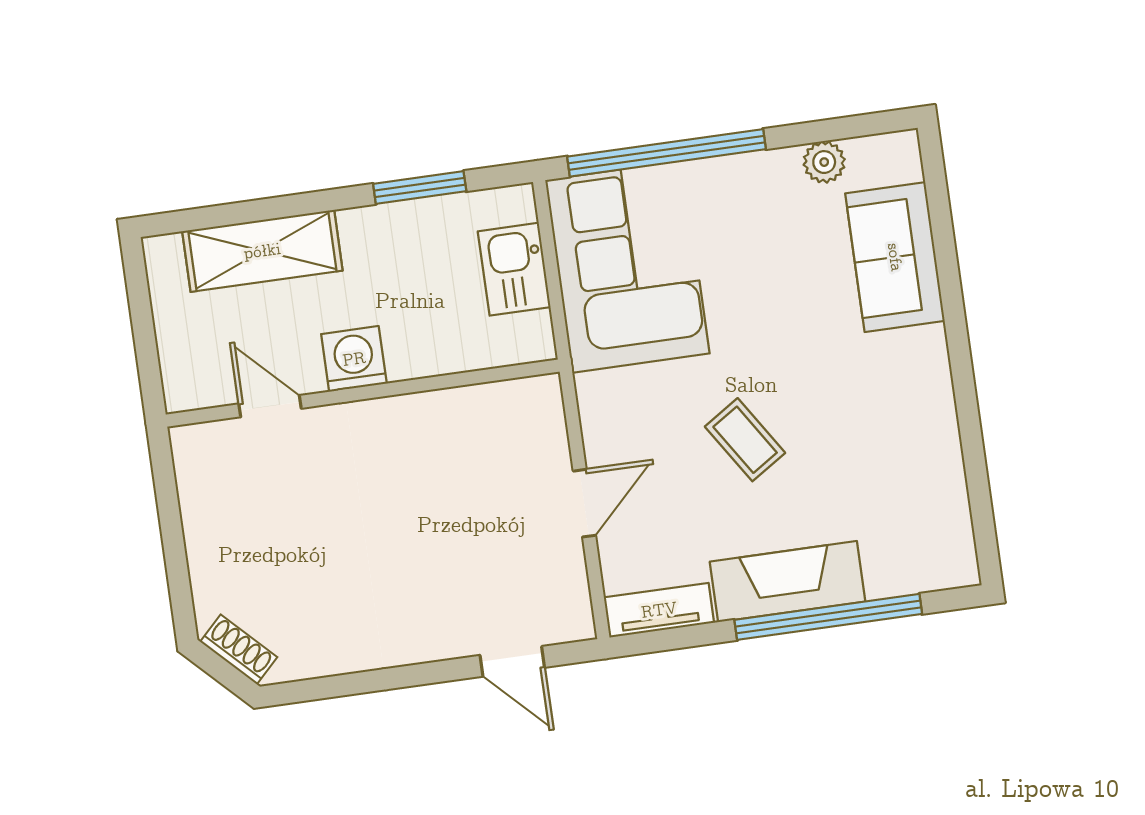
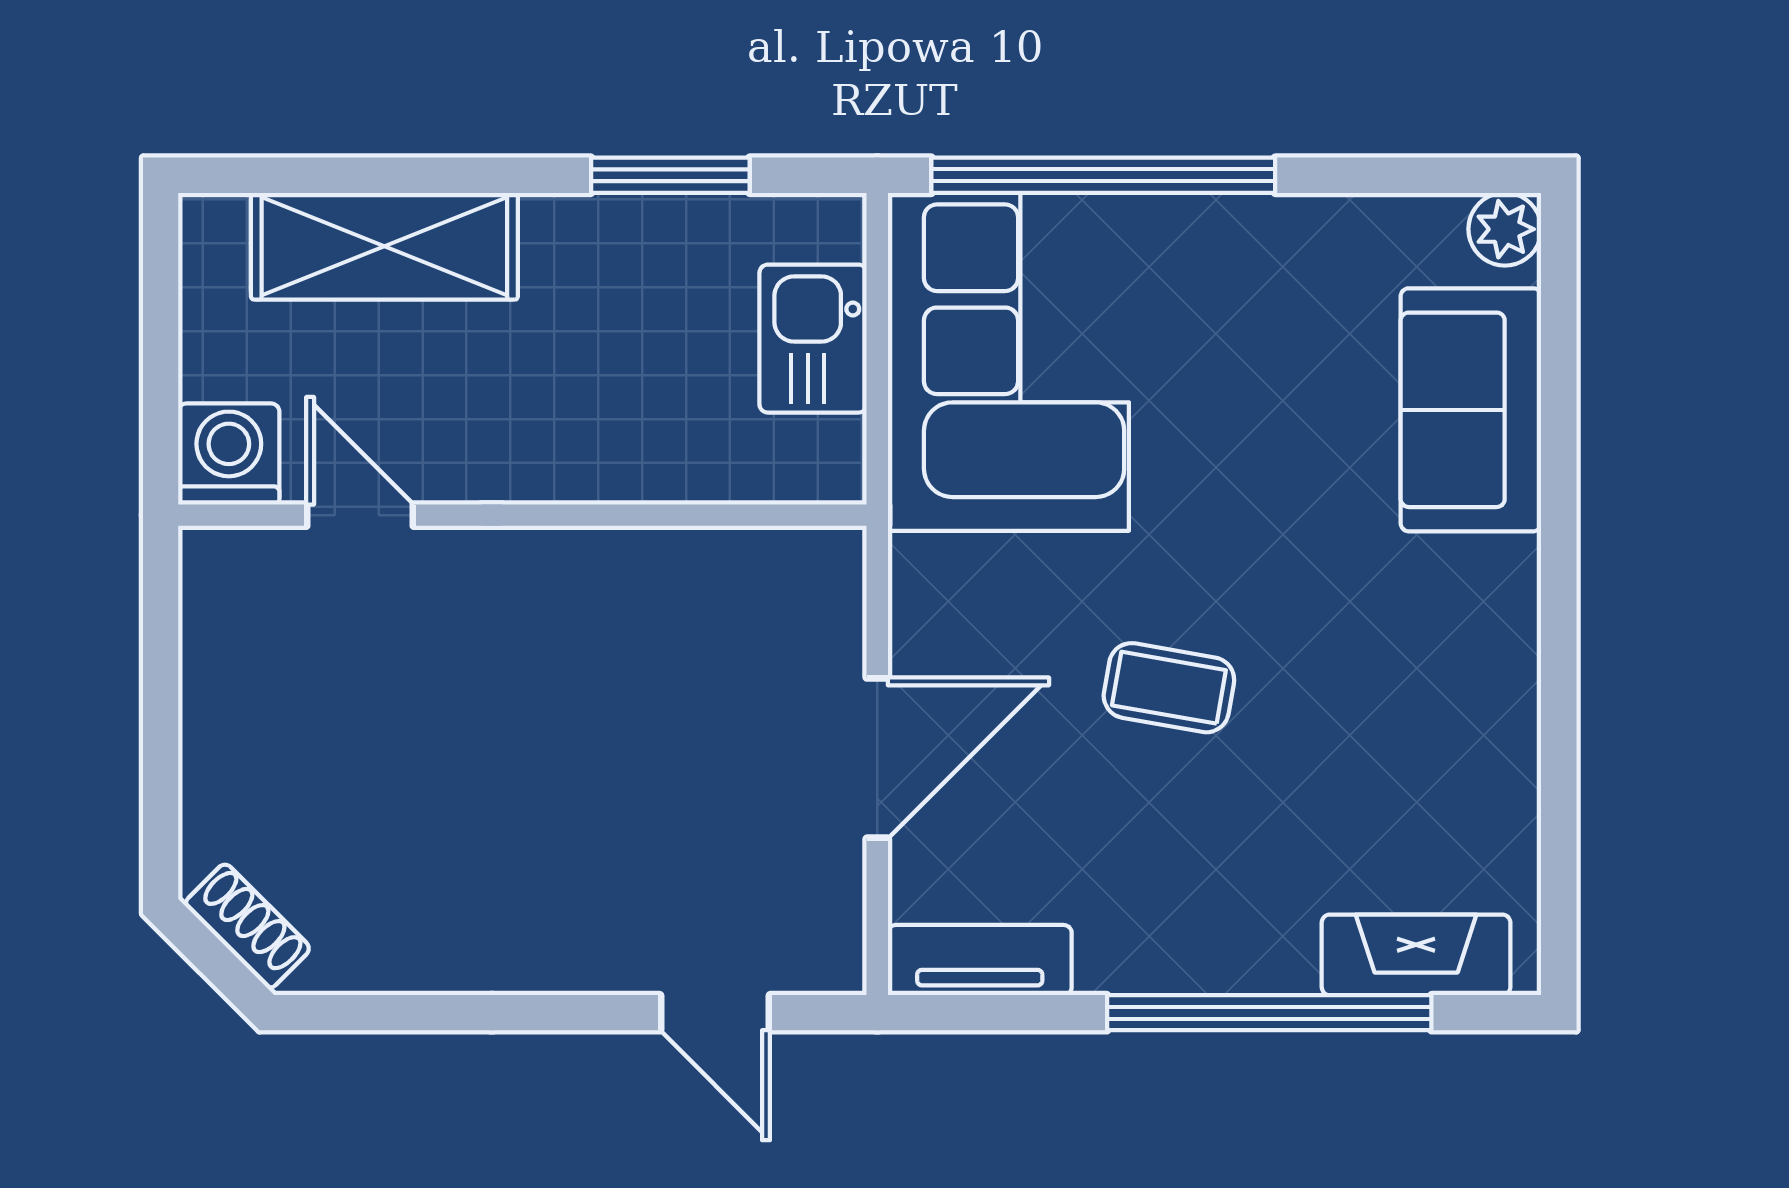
plant: (824, 162) -> (1505, 229), moved
washing machine: (354, 359) -> (229, 454), moved
coffee table: (745, 440) -> (1169, 688), turned -47
door: (584, 503) -> (877, 758), width x1.38
fireplace: (788, 582) -> (1416, 955), moved, width x0.73, depth x0.76

